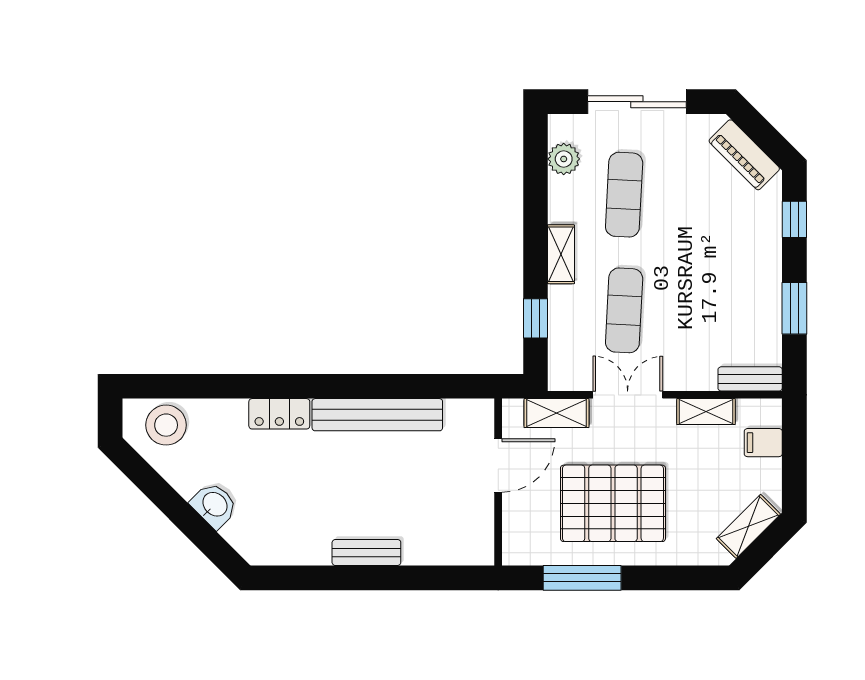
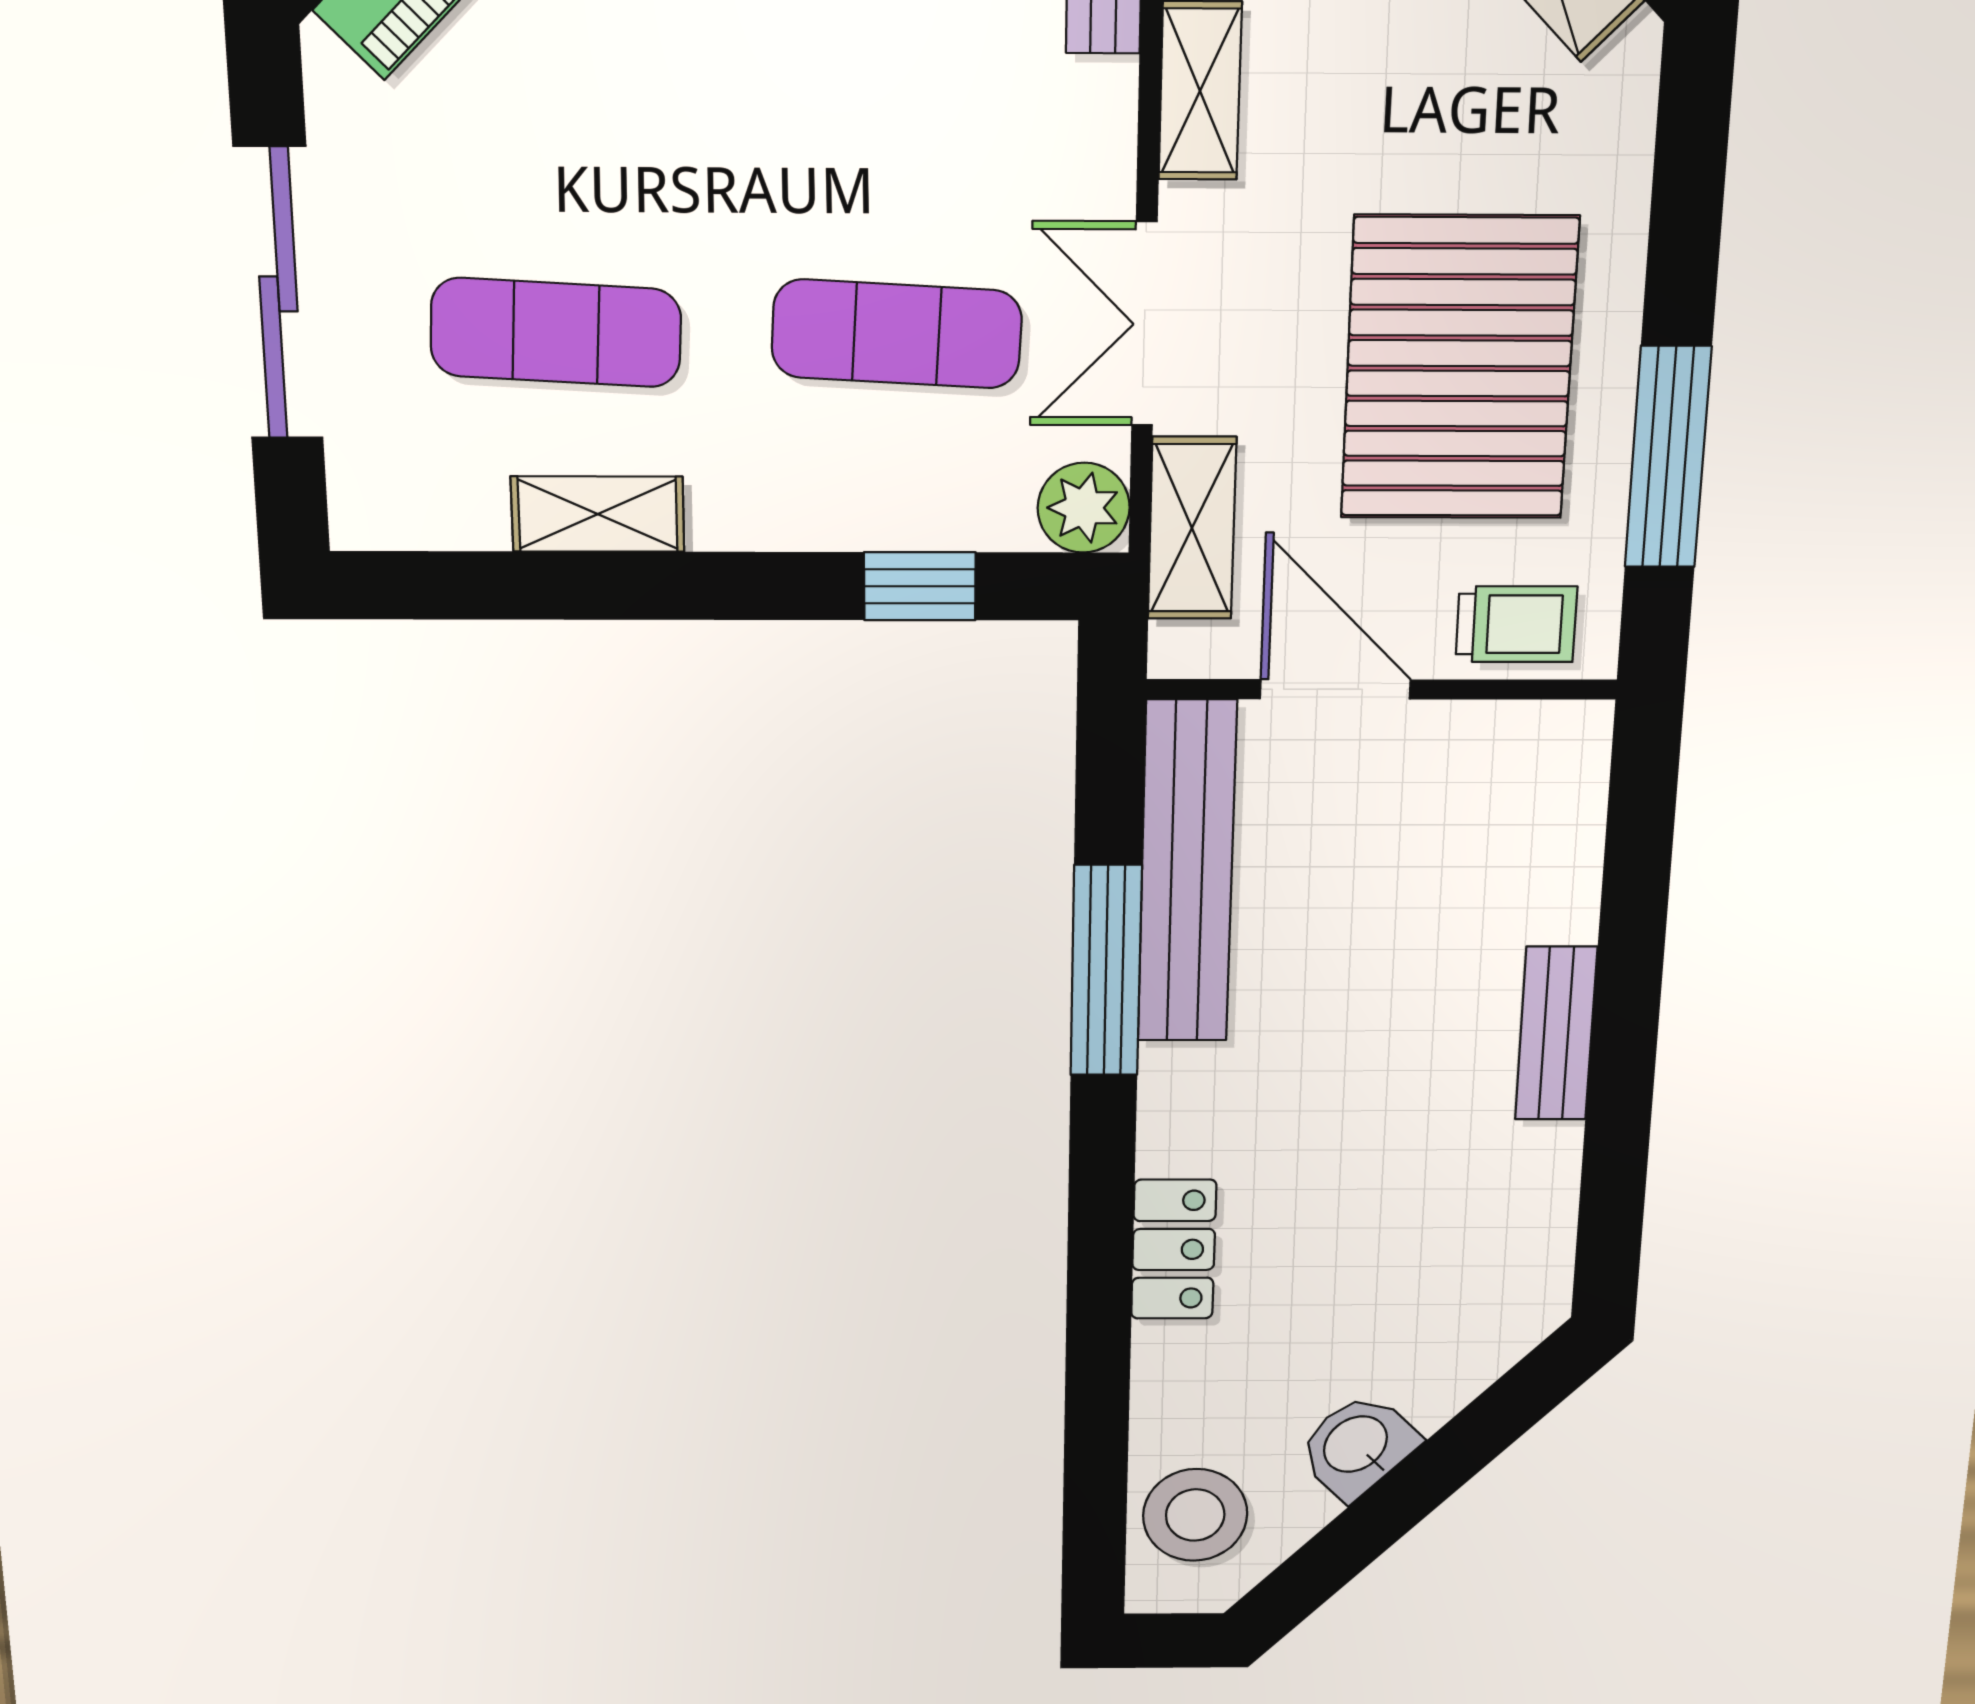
plant: (564, 159) -> (1084, 508), moved
shelving: (561, 254) -> (598, 514), moved
window: (391, 386) -> (1106, 971), added
bench: (377, 415) -> (1187, 873), moved
washbasin: (214, 505) -> (1357, 1446), moved
trolley: (522, 528) -> (1516, 624), added

